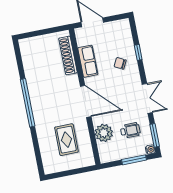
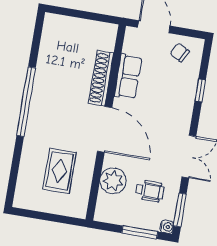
shoe rack: (68, 55) -> (101, 78), moved
chair: (120, 63) -> (180, 52), moved

